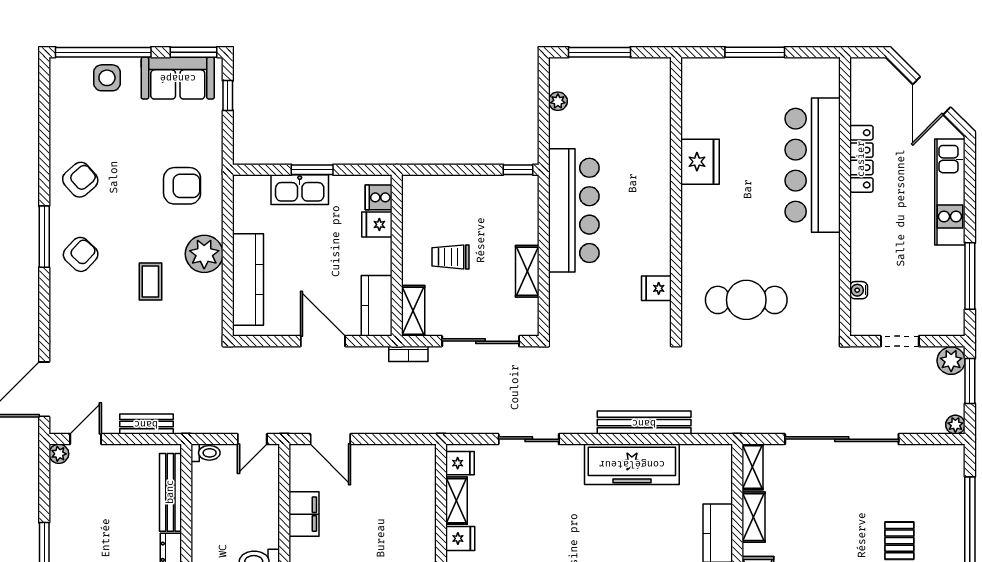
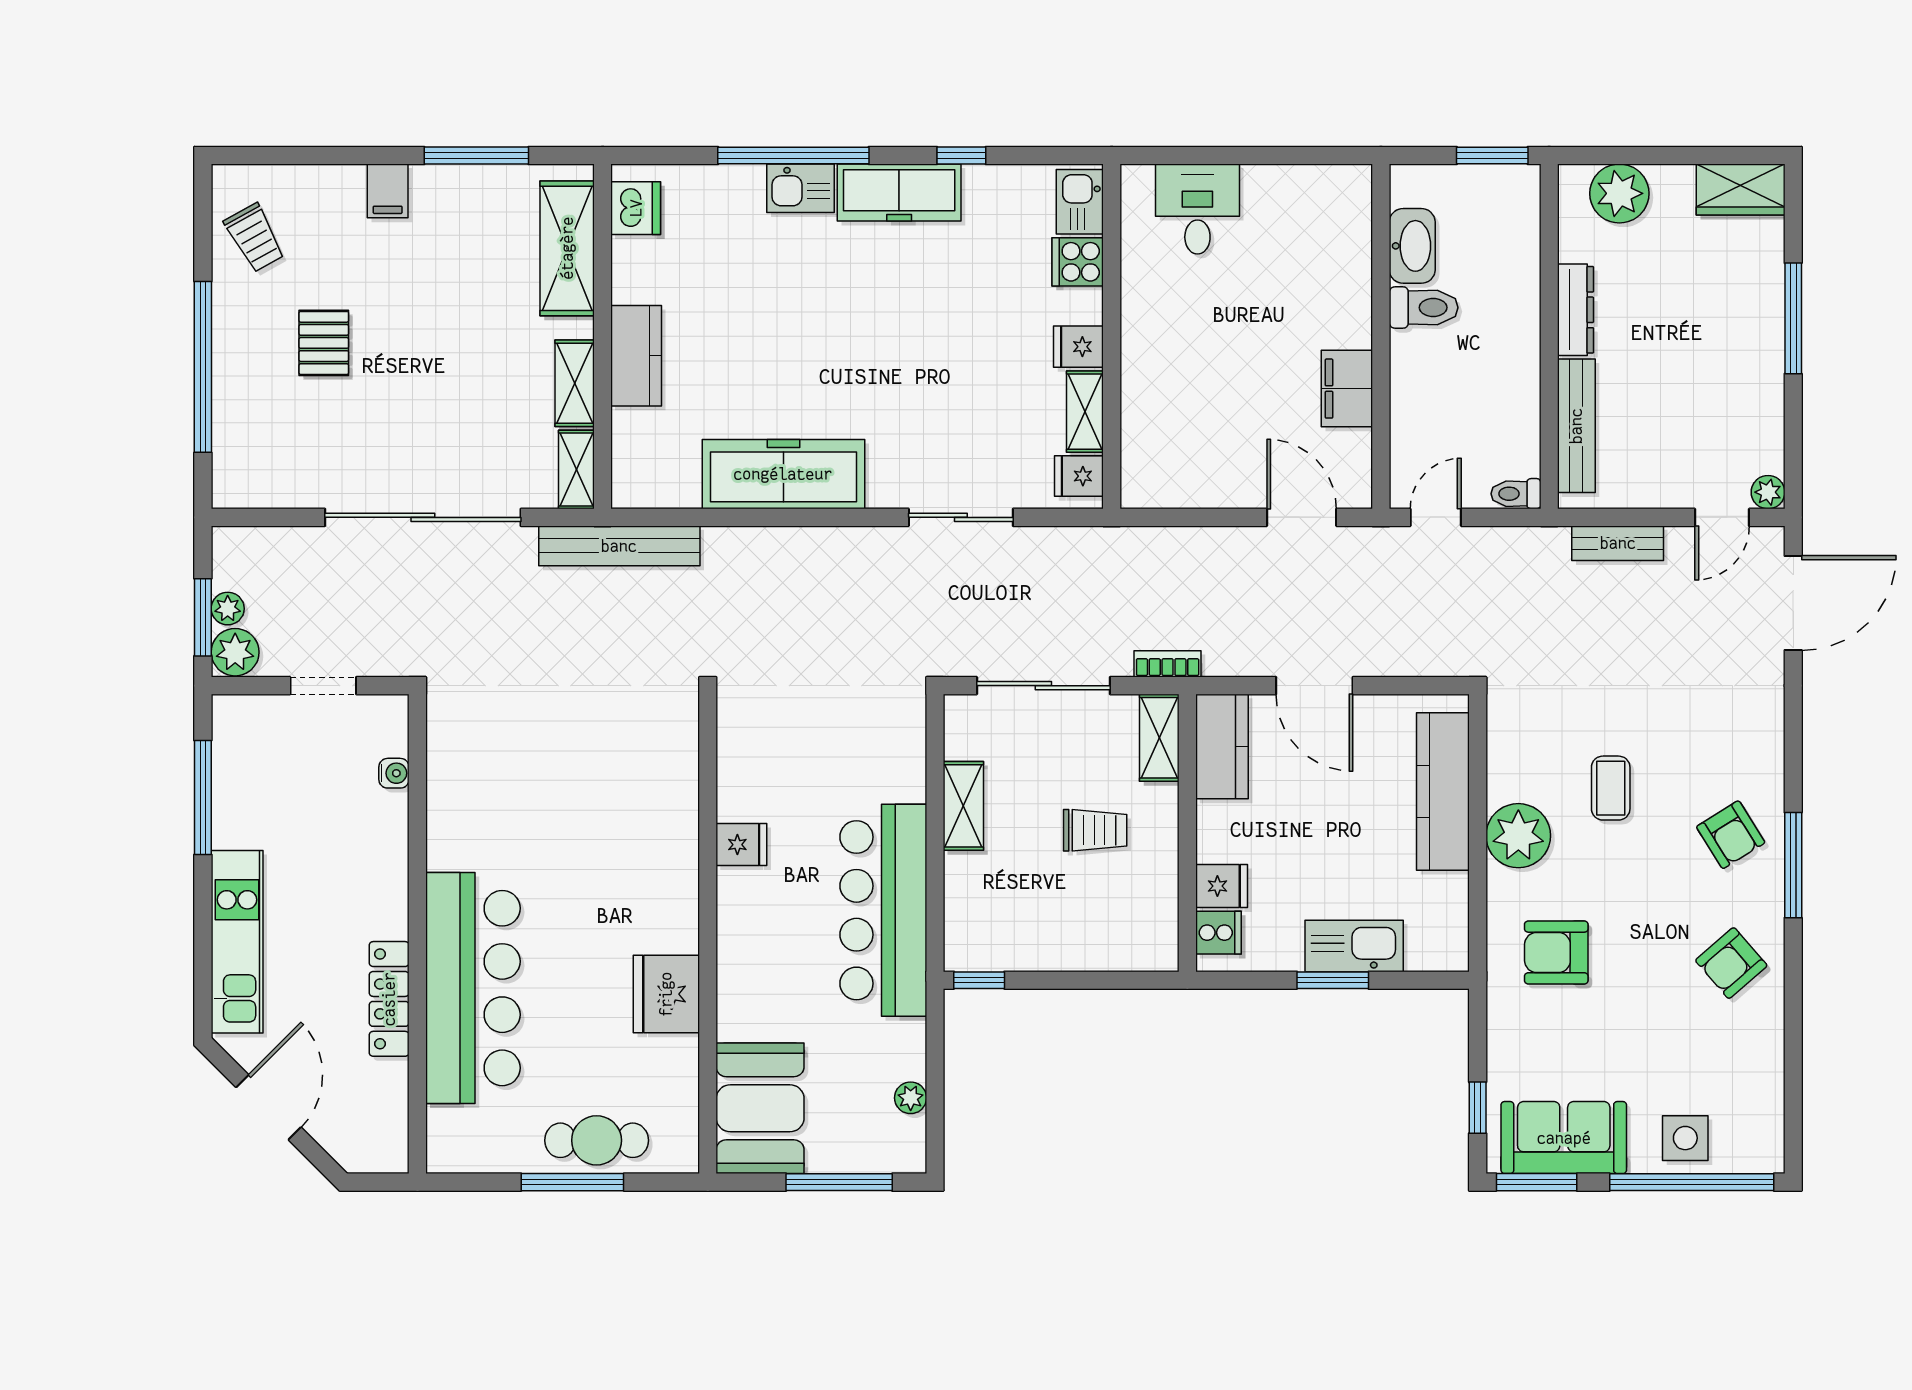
booth: (646, 95) -> (760, 1108), added
armchair: (81, 254) -> (1731, 835), turned -75
fridge: (656, 288) -> (741, 845), moved
cafe table: (746, 300) -> (597, 1140), moved, width x0.73, depth x0.74
bench: (644, 423) -> (619, 546), moved
plant: (955, 425) -> (228, 609), moved

